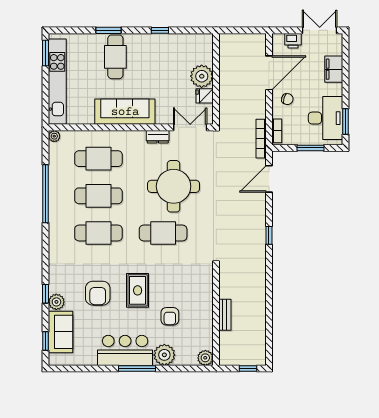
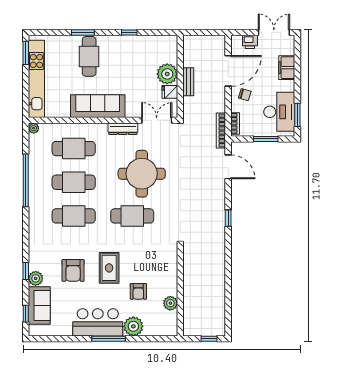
dresser: (158, 137) -> (123, 129), width x1.44
door: (269, 179) -> (228, 167), swing flipped
bench: (225, 315) -> (188, 82), moved
plant: (205, 358) -> (170, 303), moved

